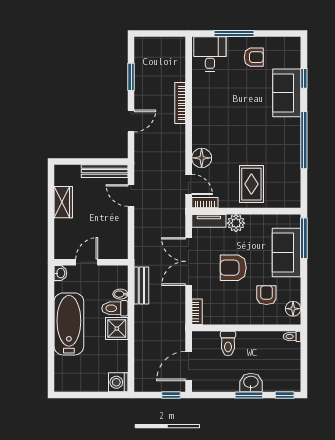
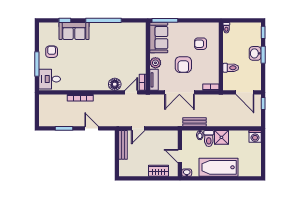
rug: (251, 184) -> (131, 53), removed
wardrobe: (63, 202) -> (159, 171), moved
sofa: (286, 252) -> (159, 38), moved, turned -90
floor lamp: (293, 309) -> (209, 27), removed

